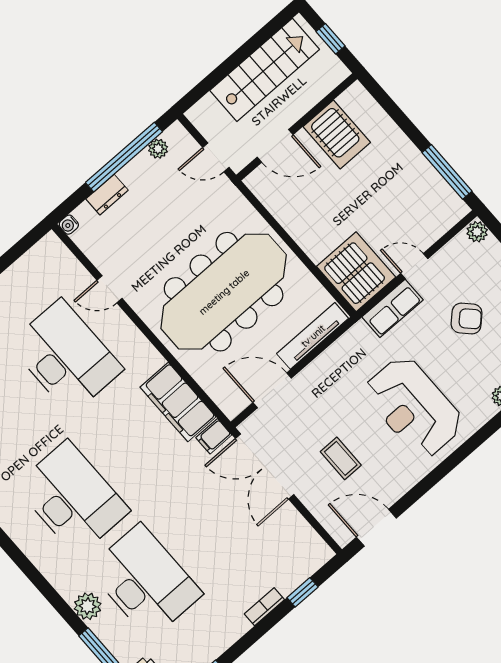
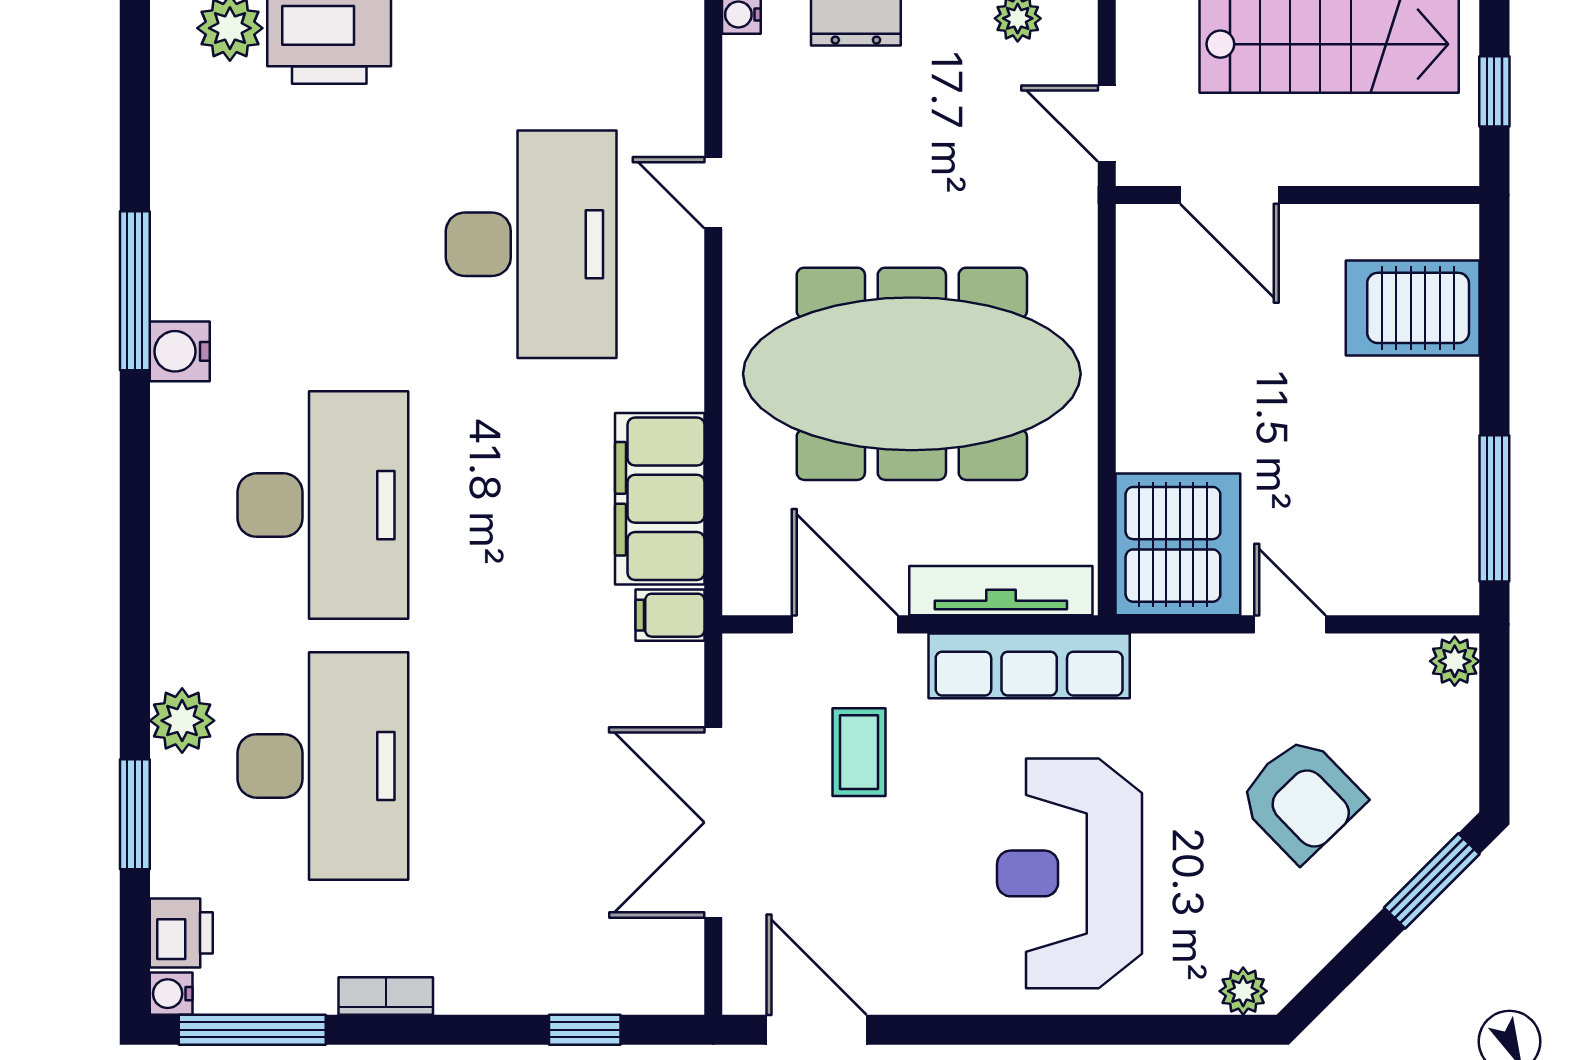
server rack: (337, 134) -> (1413, 308), moved, turned 90
row of seats: (393, 308) -> (1029, 666), moved, width x1.48
armchair: (467, 319) -> (1301, 799), width x1.38, depth x1.38
coffee table: (341, 458) -> (859, 752), moved
double door: (265, 467) -> (713, 822), moved
bookcase: (264, 607) -> (386, 996), moved

